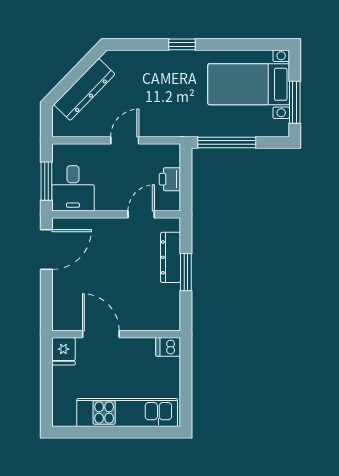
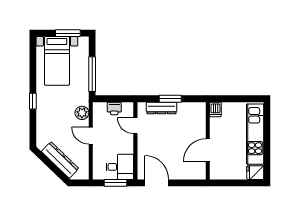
plant: (162, 126) -> (82, 113), added
fridge: (63, 351) -> (255, 173), moved, turned 180

